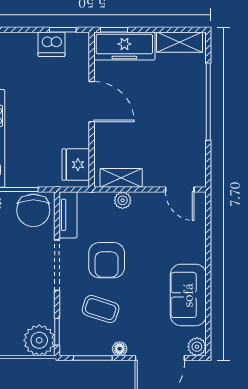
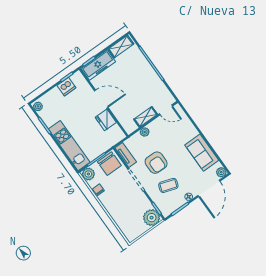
fridge: (76, 165) -> (106, 120), moved
shelving: (121, 178) -> (146, 117), moved

